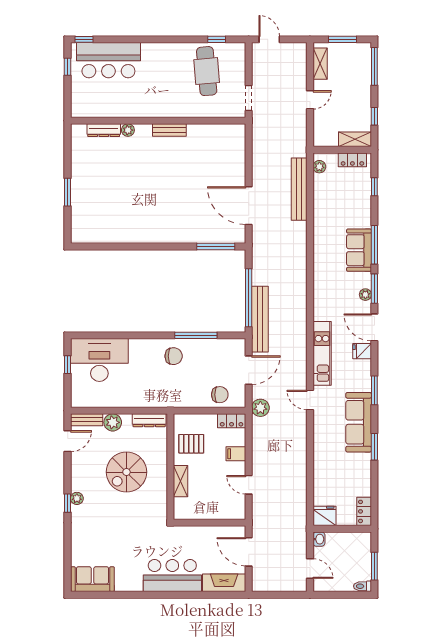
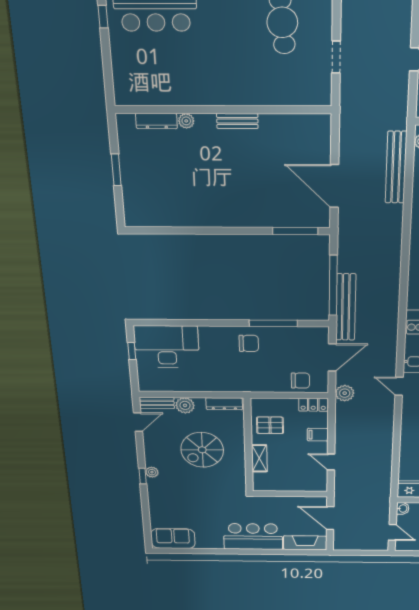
wall: (158, 121) -> (223, 110), moved
dresser: (104, 130) -> (156, 121), moved
plant: (128, 130) -> (186, 121), moved
bench: (169, 130) -> (237, 121), moved

